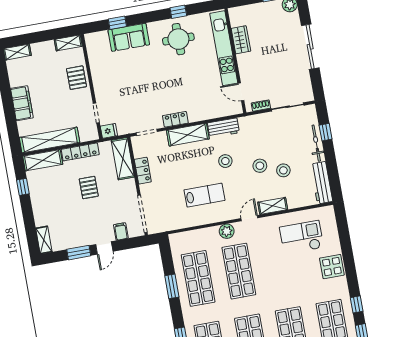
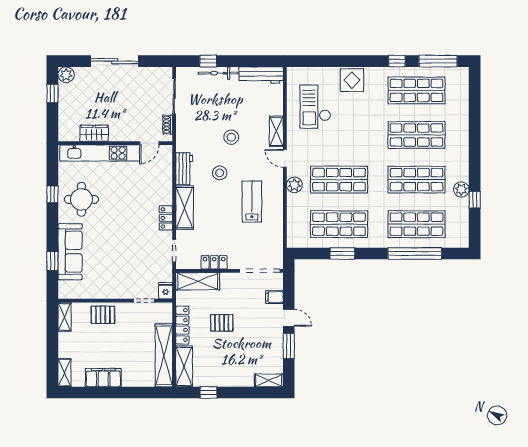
sofa: (129, 37) -> (70, 252), width x1.36
filing cabinet: (22, 103) -> (103, 378), moved
stool: (283, 170) -> (241, 113), removed

